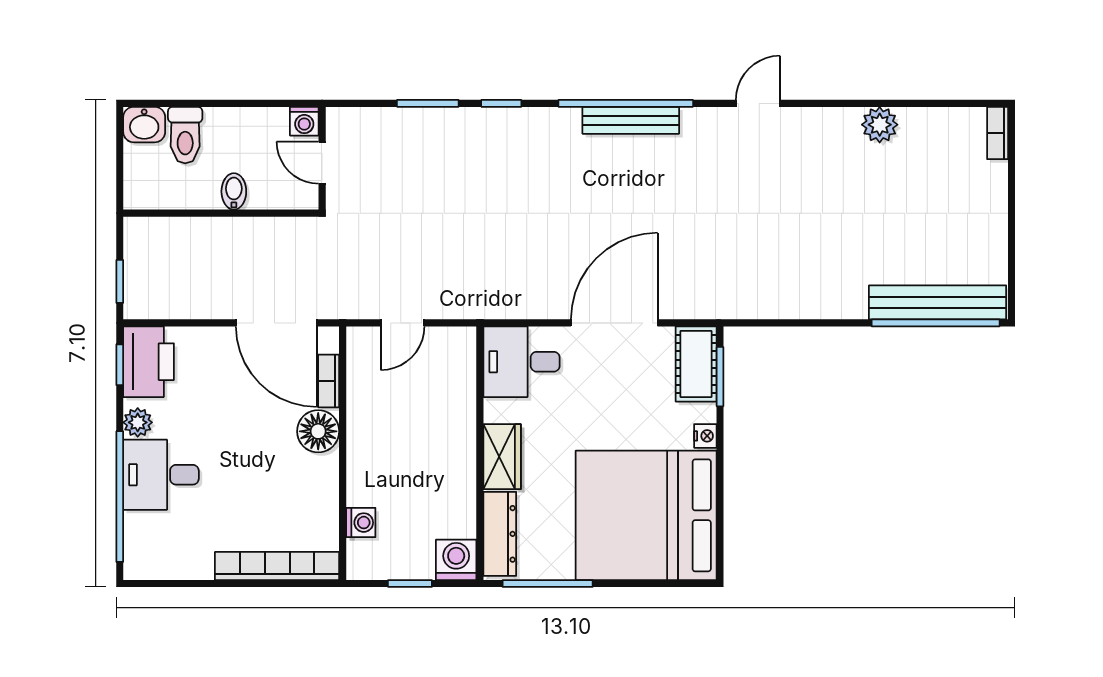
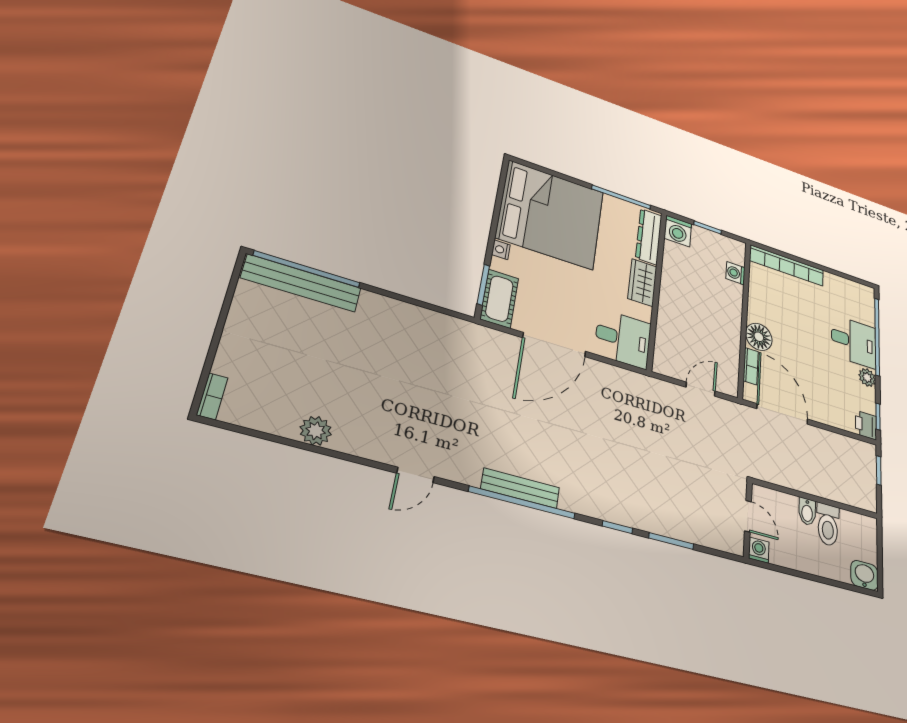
toilet: (185, 135) -> (828, 525), moved, turned 180
printer: (149, 362) -> (866, 425), width x0.53, depth x0.68

